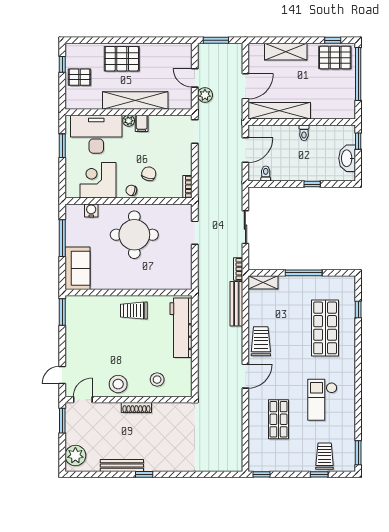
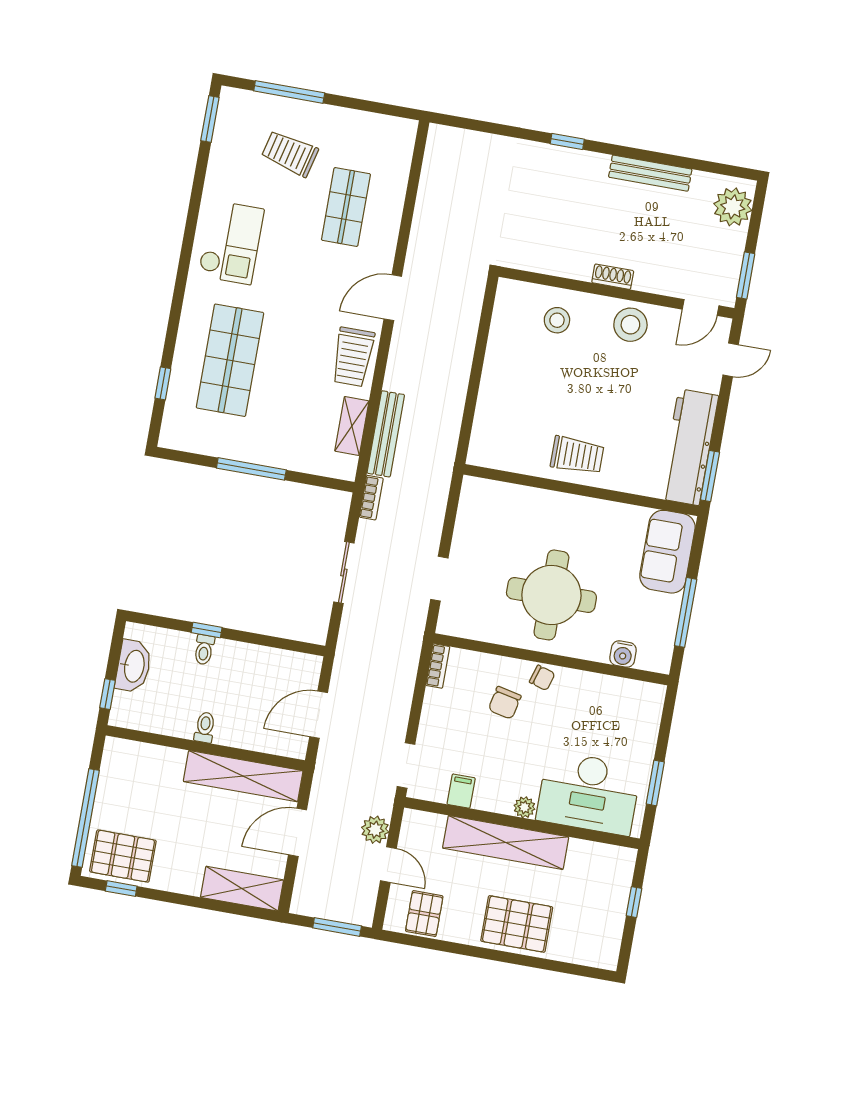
shelving: (286, 52) -> (242, 889), moved
window: (62, 64) -> (634, 902), moved
pallet: (80, 77) -> (424, 914), moved, turned 90
filing cabinet: (142, 123) -> (461, 791), moved
toilet: (266, 174) -> (204, 650), moved
corner desk: (98, 180) -> (601, 707), removed
shelving: (263, 282) -> (352, 426), moved, turned 90
workbench: (181, 328) -> (689, 447), moved, turned 180
checkout: (322, 400) -> (231, 242), moved
shoe rack: (136, 408) -> (613, 277), width x0.70
trolley: (325, 456) -> (290, 153), moved, turned 104
window: (144, 474) -> (567, 141), moved
window: (261, 474) -> (396, 111), removed
window: (319, 474) -> (289, 92), width x2.17

